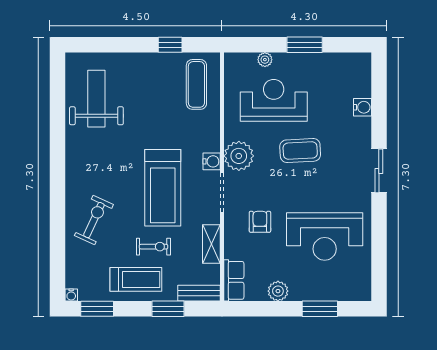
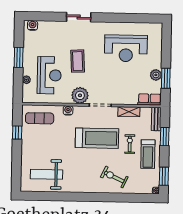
reception desk: (274, 100) -> (49, 75), turned 180
water cooler: (362, 107) -> (33, 25), moved
water cooler: (212, 161) -> (68, 110), moved
sliding door: (379, 171) -> (79, 17), moved
armchair: (260, 222) -> (117, 84), removed
reception desk: (325, 236) -> (126, 48), turned 90
treadmill: (136, 279) -> (148, 154), turned 180
window: (320, 309) -> (166, 78), moved

